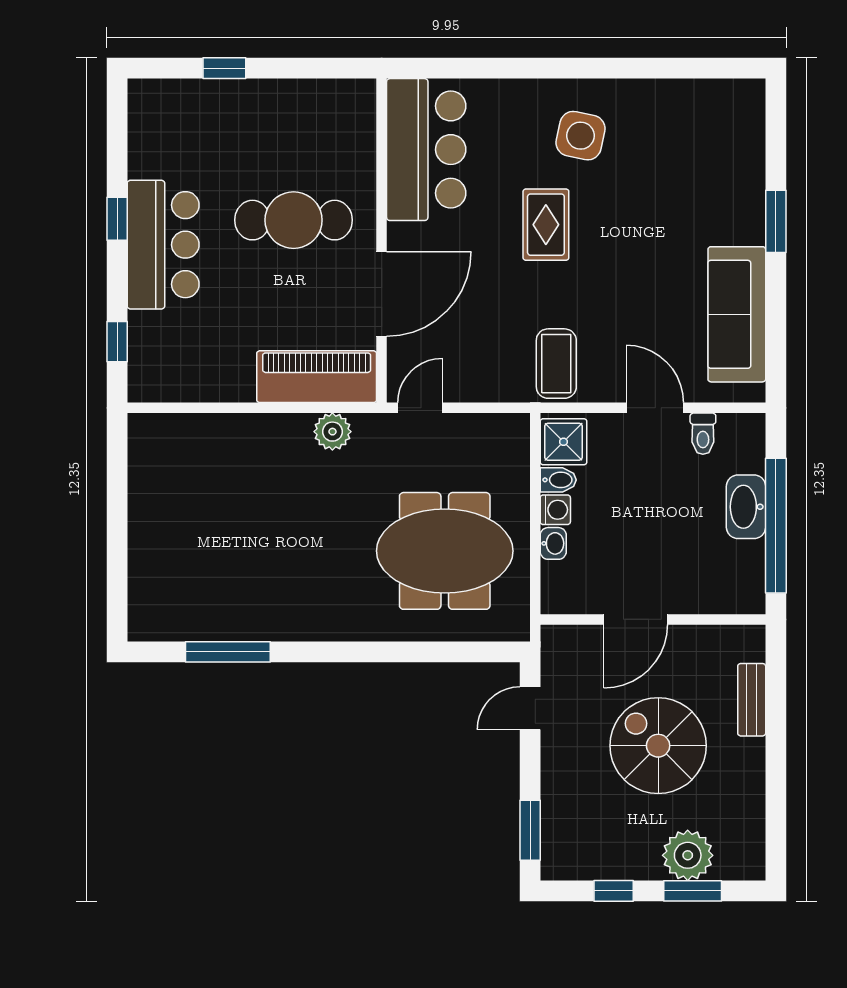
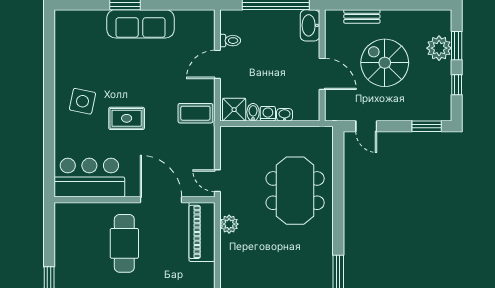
sofa: (737, 314) -> (141, 24), moved
washbasin: (746, 507) -> (310, 25), moved, turned 90
meeting table: (445, 551) -> (295, 191), moved
spiral stairs: (658, 746) -> (385, 63), turned 90

